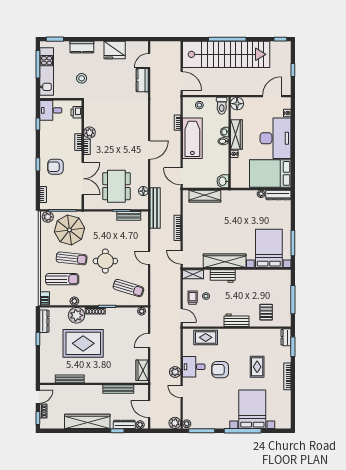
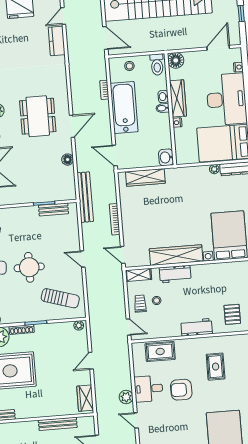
dining table: (116, 186) -> (38, 116), moved
floor lamp: (143, 191) -> (68, 160), moved
rug: (257, 367) -> (216, 367), moved

